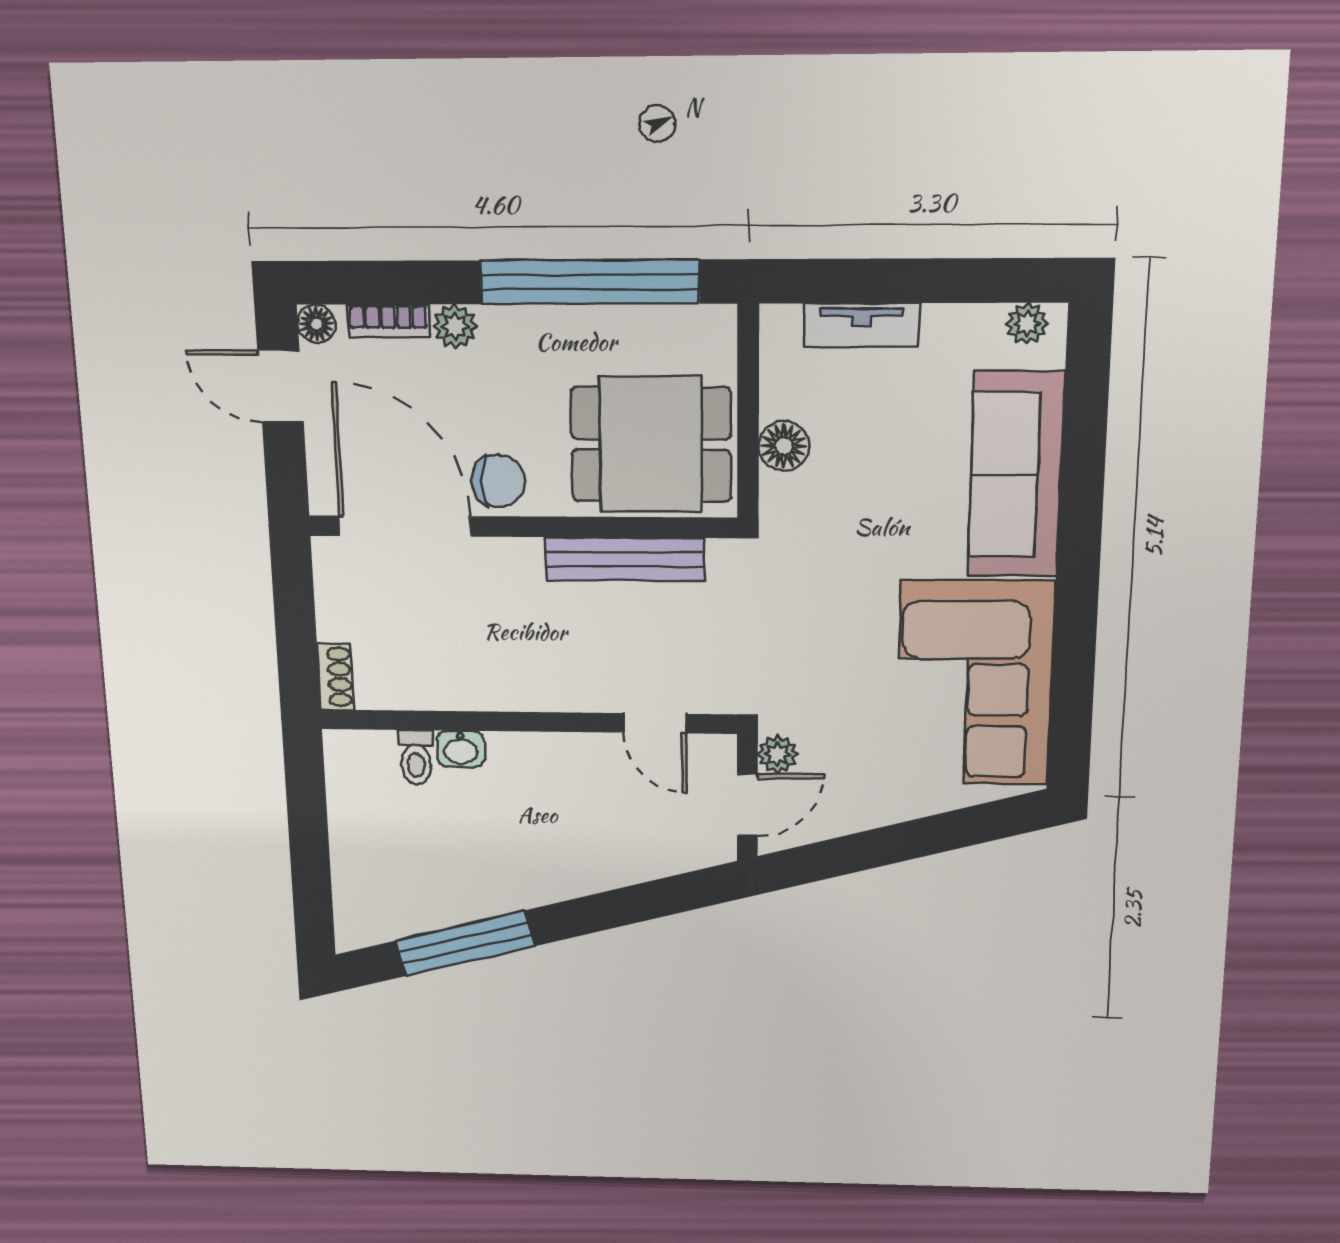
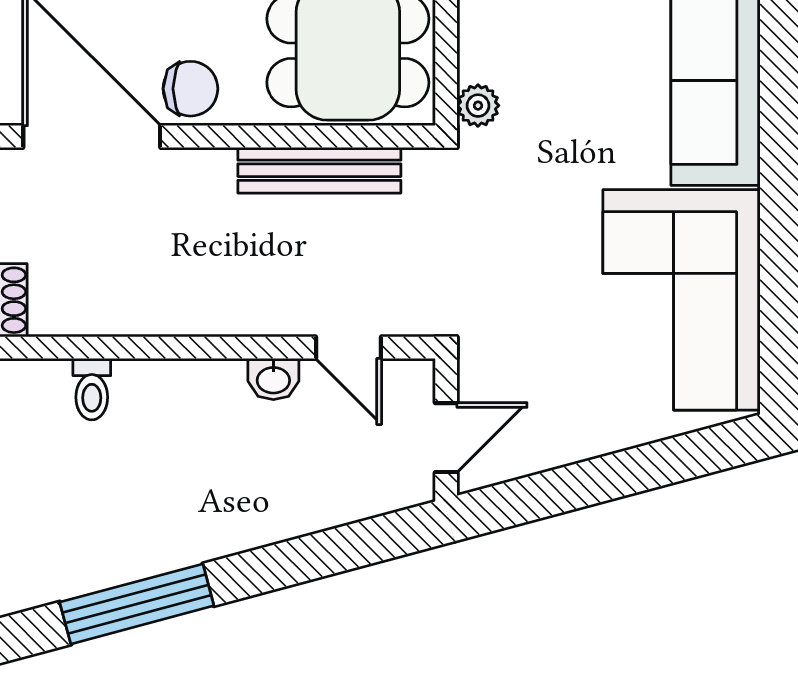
floor lamp: (784, 446) -> (483, 52), removed
washbasin: (461, 749) -> (273, 379), moved
plant: (778, 754) -> (478, 106), moved

